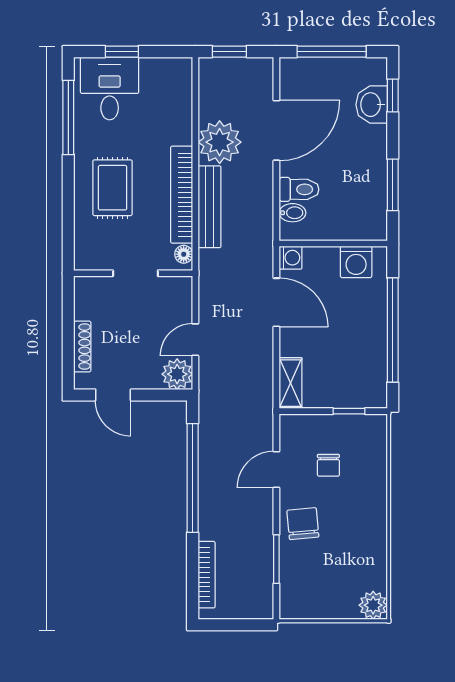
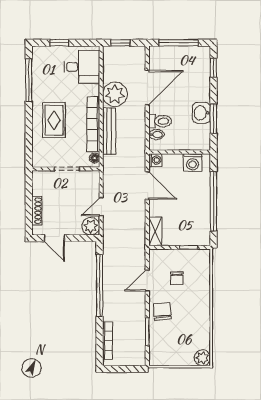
desk: (110, 88) -> (82, 67), moved, turned 90
washbasin: (372, 105) -> (201, 113), moved

